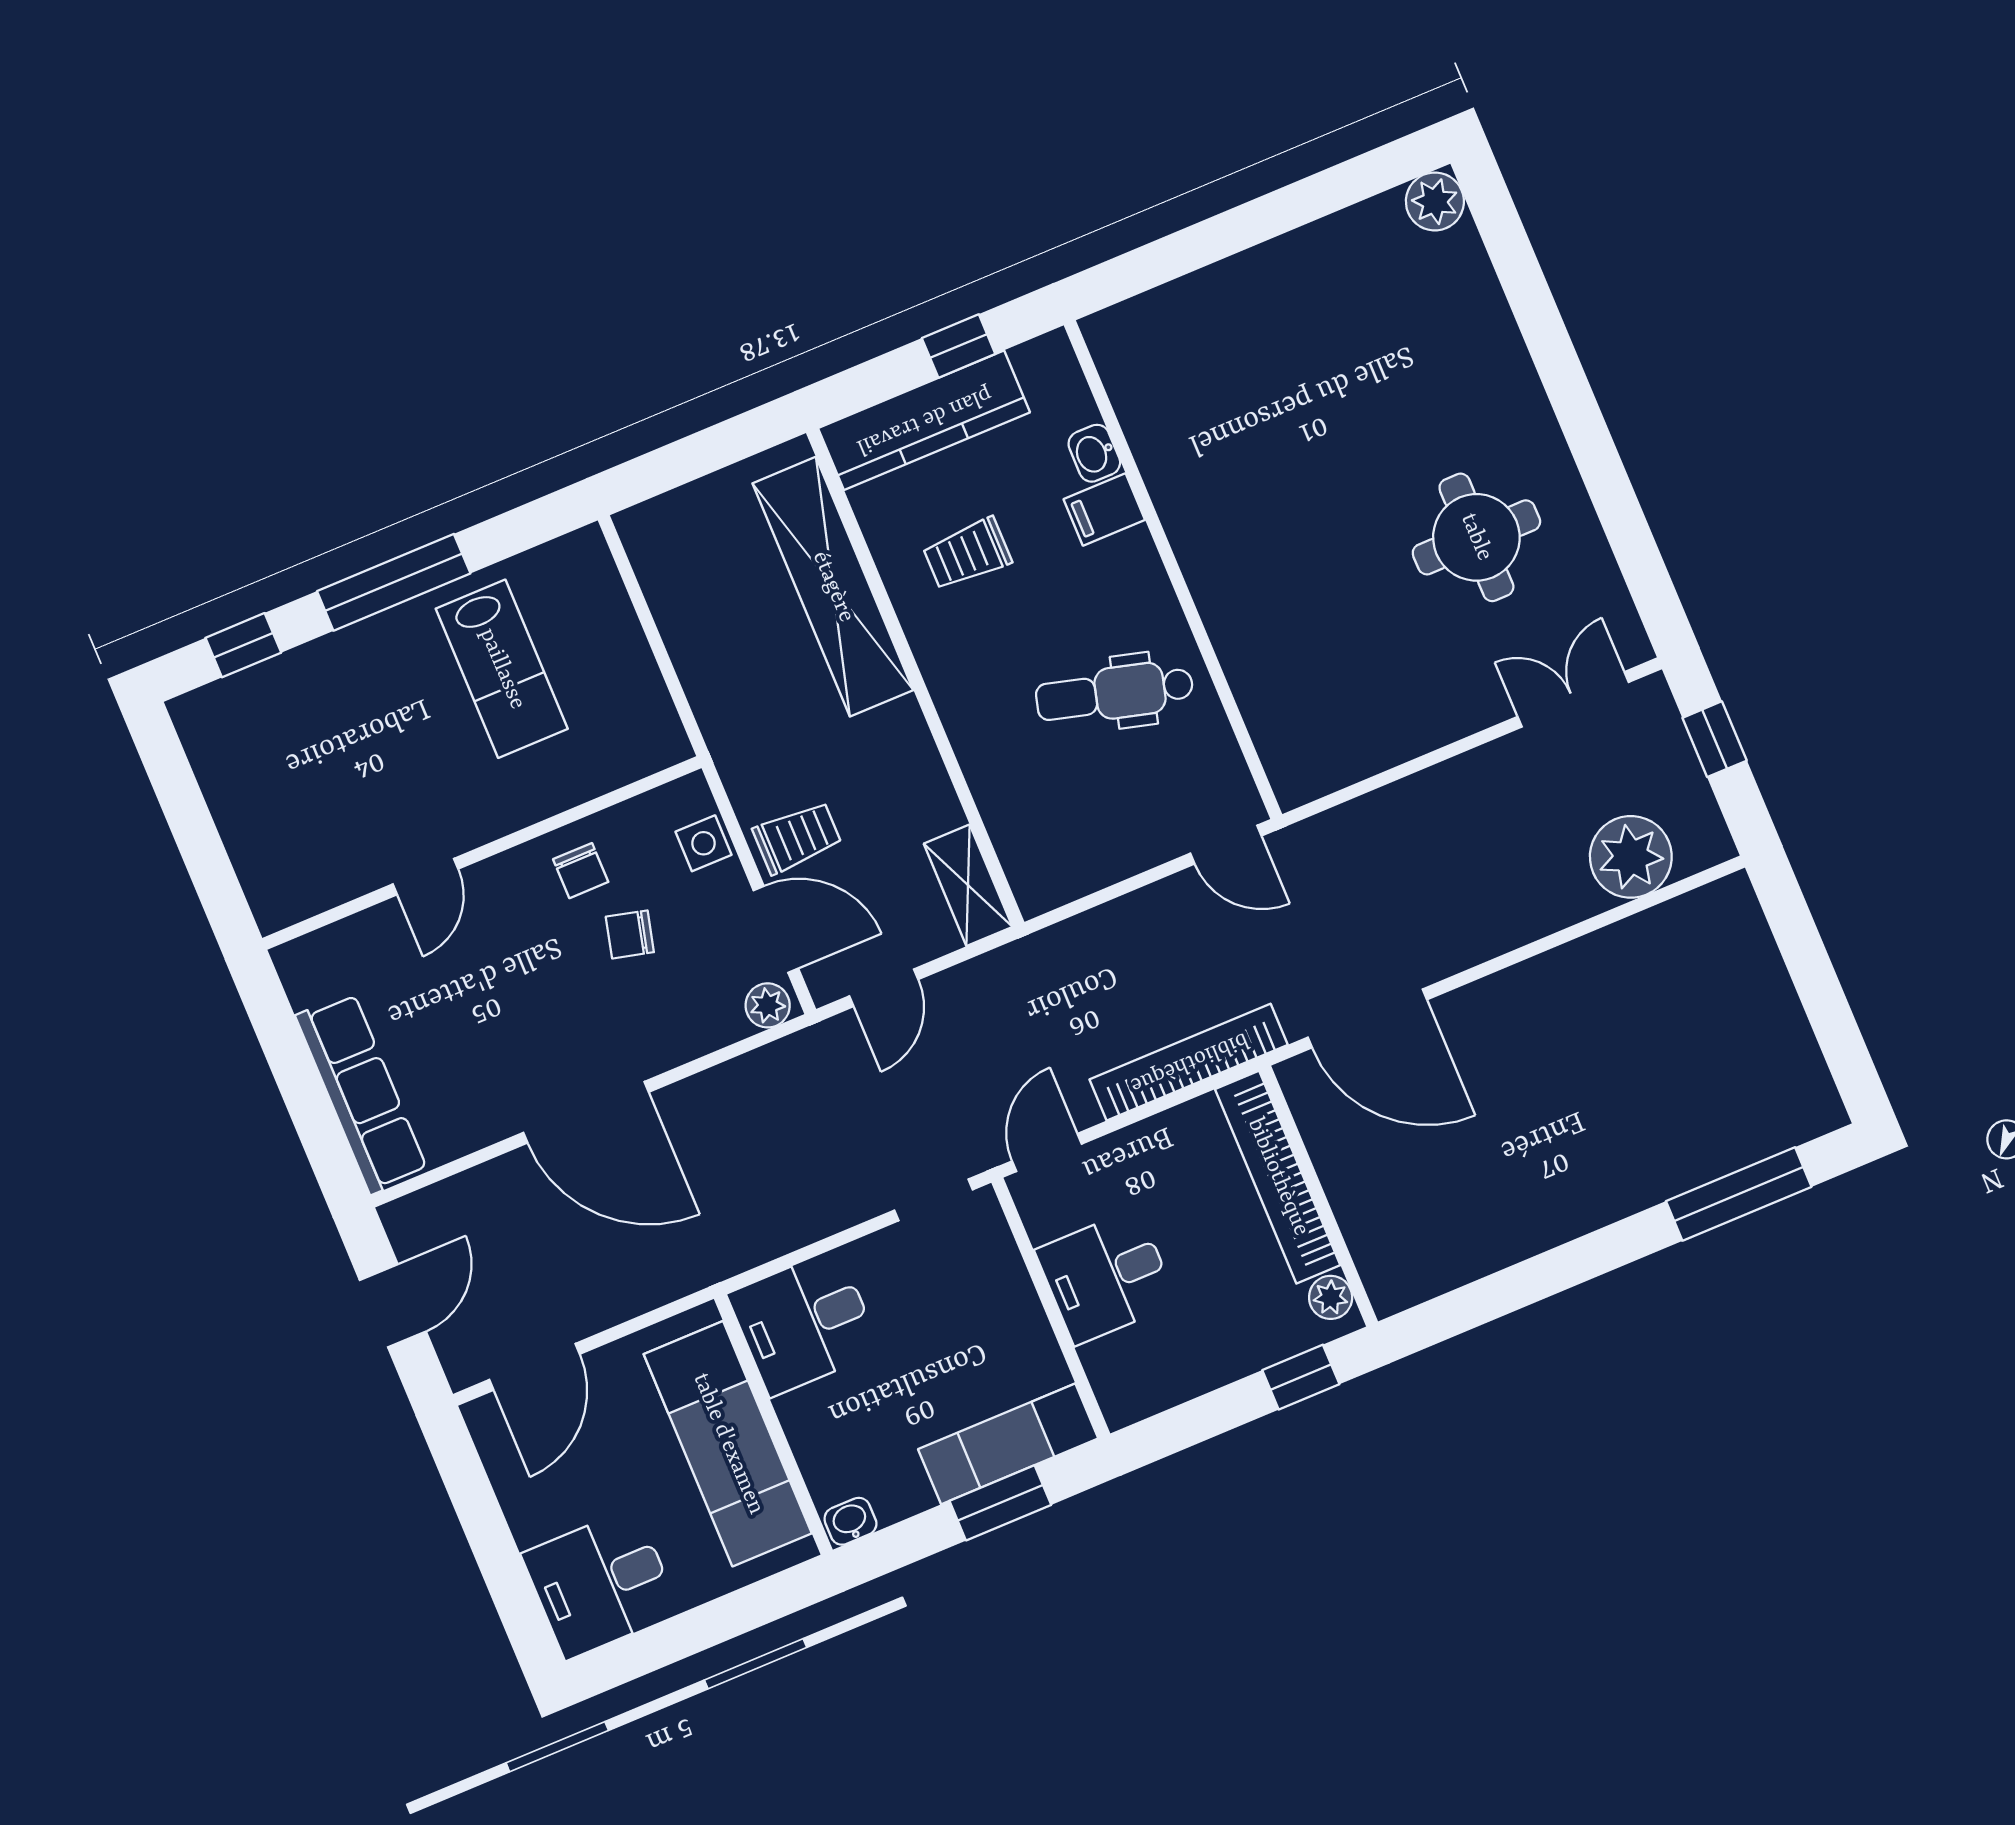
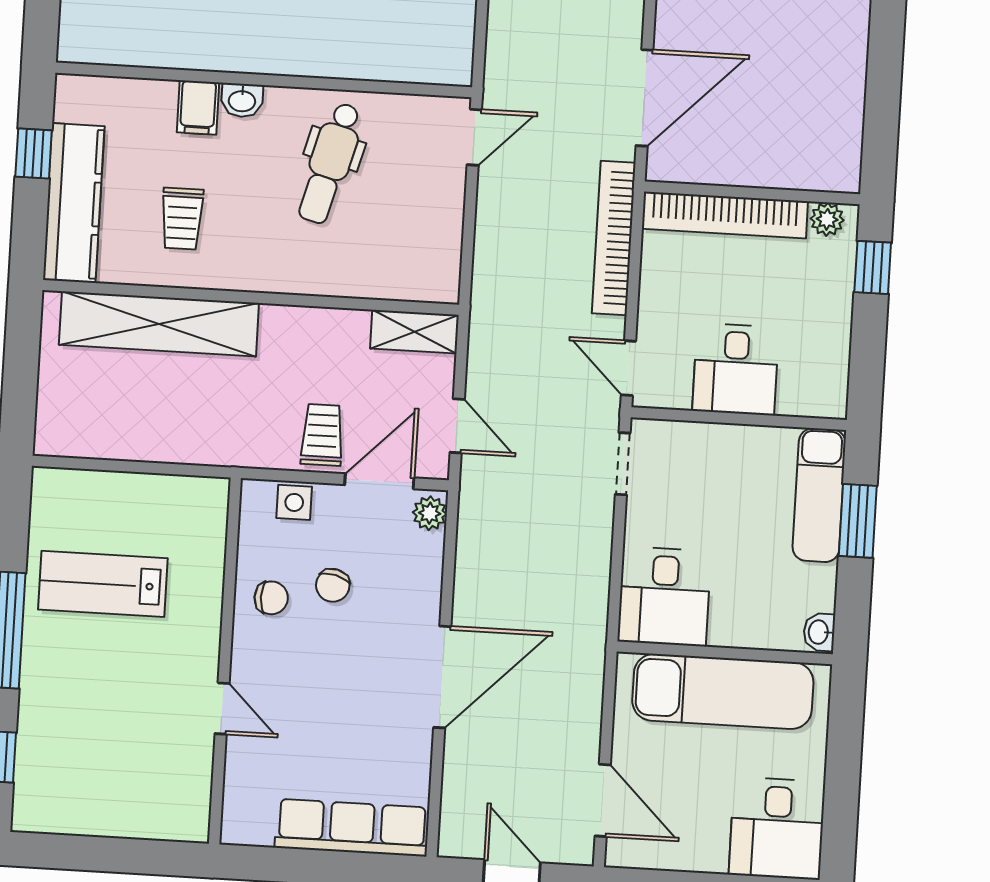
washbasin: (1094, 453) -> (242, 100), moved
lab bench: (502, 669) -> (103, 584), turned 180

